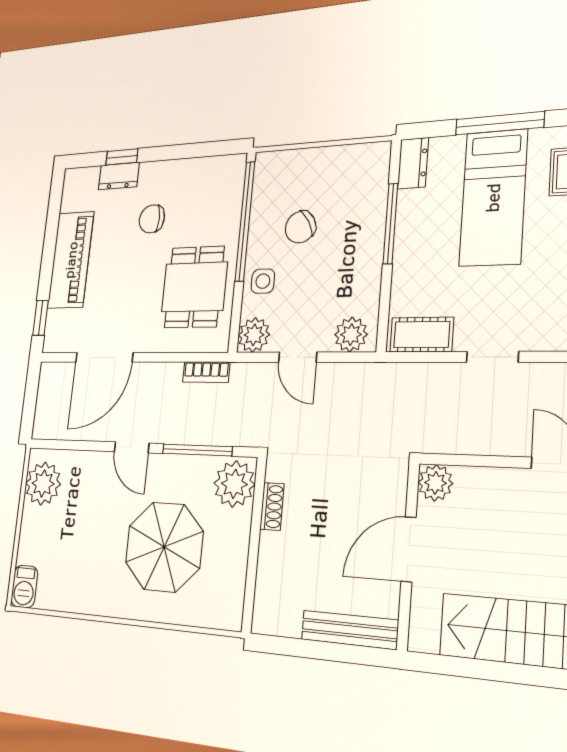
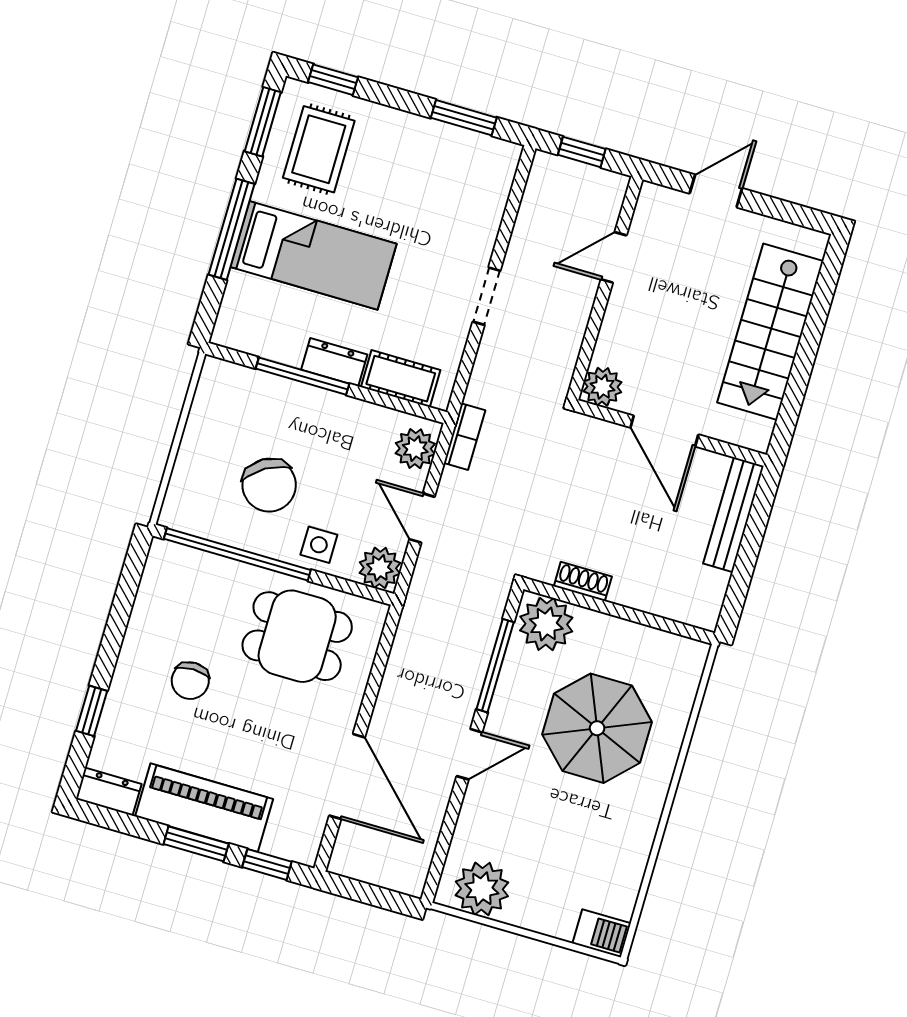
dresser: (413, 163) -> (334, 362), moved
dresser: (119, 176) -> (109, 792), moved, turned -90
chair: (300, 227) -> (269, 485), width x1.37, depth x1.37
window: (47, 263) -> (196, 844), added
cot: (422, 335) -> (401, 379), moved, turned 90
door: (298, 357) -> (422, 518), swing flipped
bookcase: (206, 372) -> (465, 437), moved

